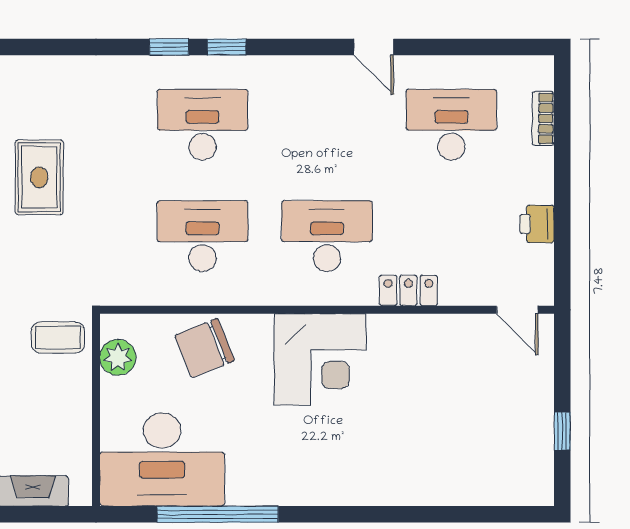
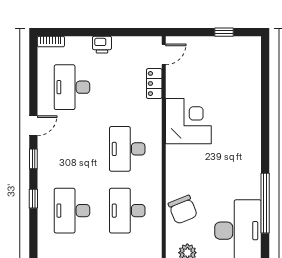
window: (169, 47) -> (33, 159), moved
bookcase: (543, 118) -> (51, 42), moved
printer: (537, 224) -> (102, 45), moved
locker: (408, 290) -> (154, 84), moved
corner desk: (320, 359) -> (188, 121), moved

